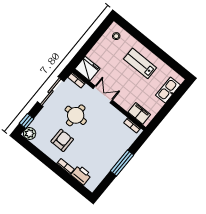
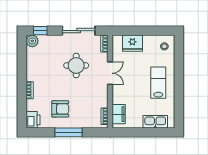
fridge: (87, 69) -> (132, 43), moved, turned 90
armchair: (62, 140) -> (60, 109), moved
printer: (81, 175) -> (33, 120), moved

